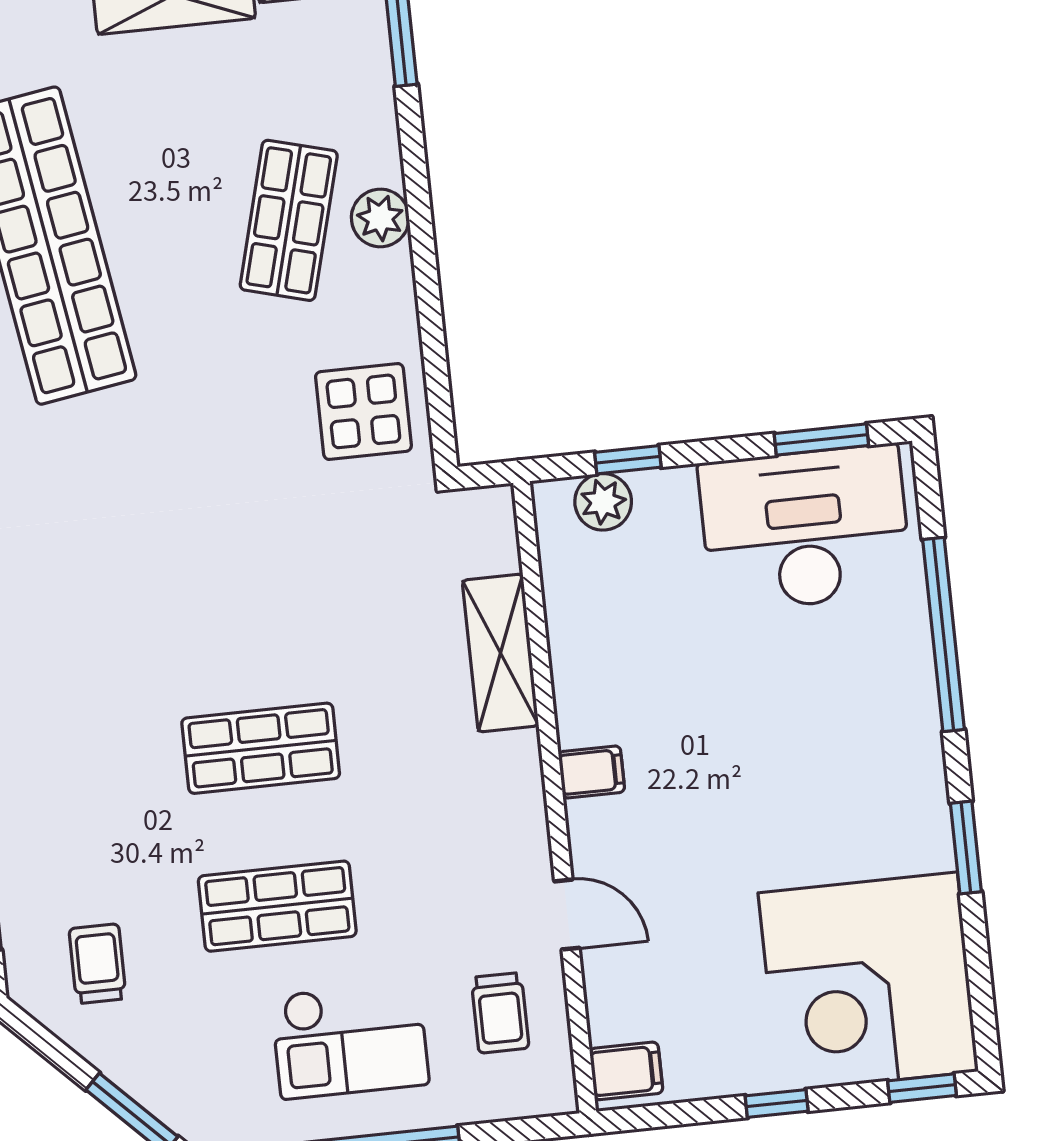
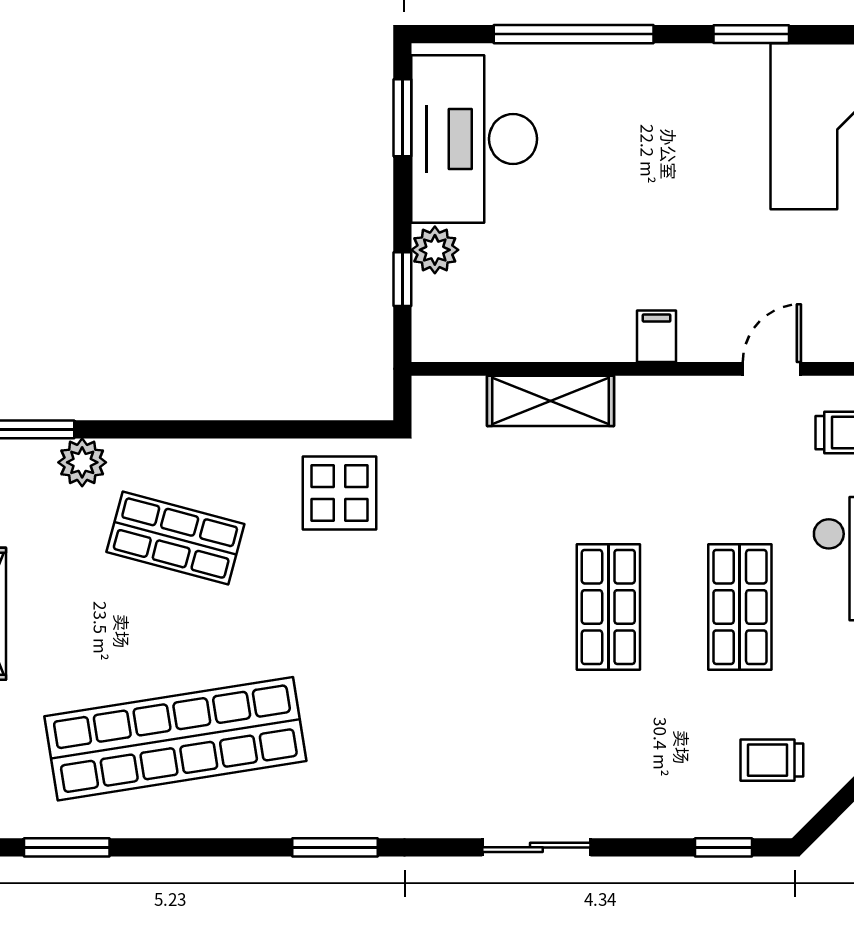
plant: (380, 218) -> (82, 462), moved
plant: (603, 502) -> (435, 250), moved

